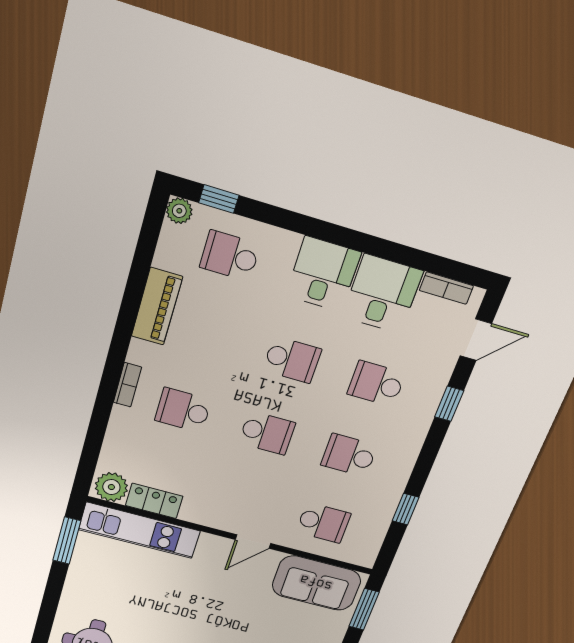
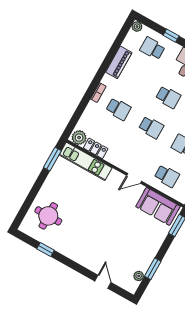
window: (219, 199) -> (171, 36), moved
school desk: (183, 410) -> (118, 109), turned 180

